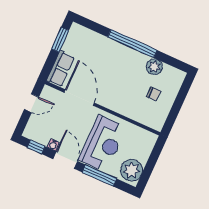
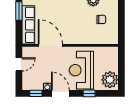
row of seats: (61, 69) -> (28, 25), width x1.48
reception desk: (103, 144) -> (81, 70), turned 180
window: (99, 176) -> (89, 93), width x0.46

